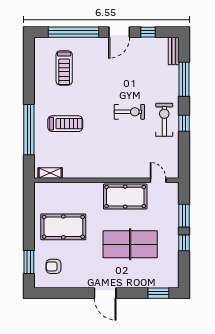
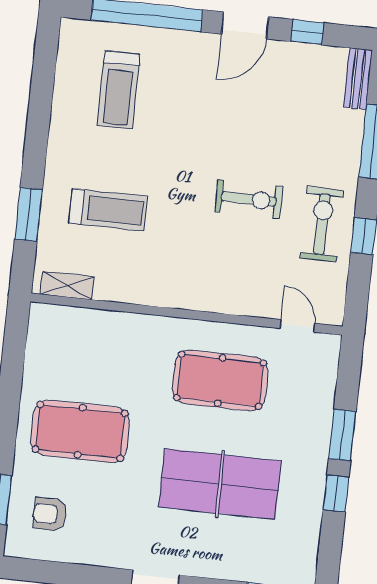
window: (29, 130) -> (28, 214), width x0.47
shelving: (50, 173) -> (67, 285), moved
wall: (106, 180) -> (187, 314), moved
door: (158, 180) -> (297, 326), moved

